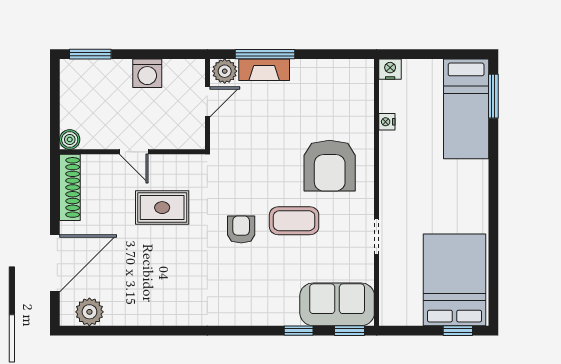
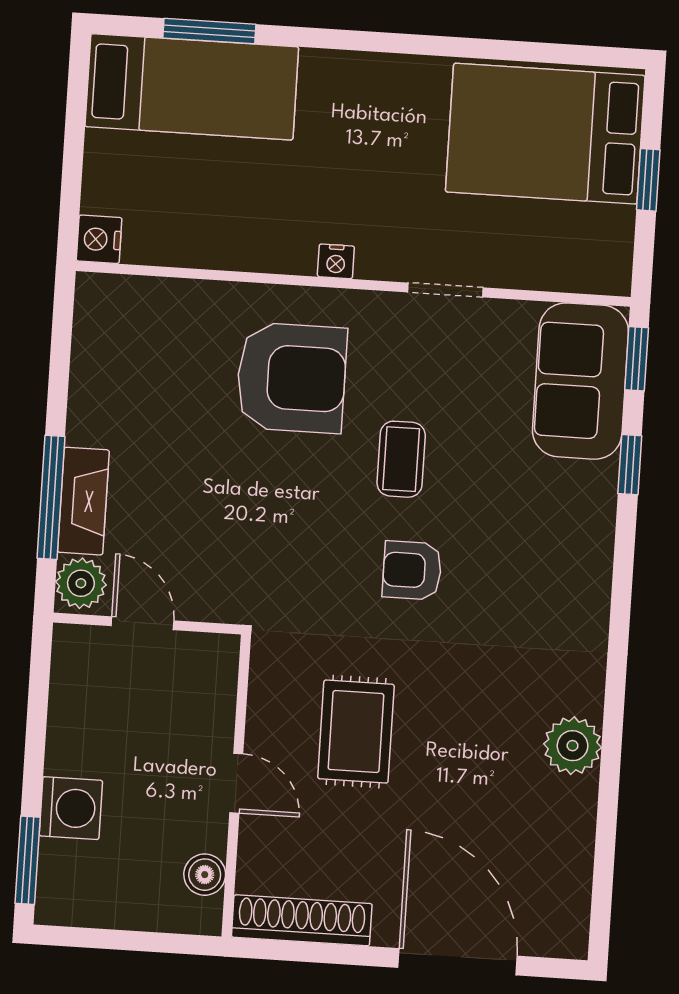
washing machine: (147, 73) -> (71, 808), moved
window: (493, 96) -> (209, 31), moved
nightstand: (387, 122) -> (336, 261), moved
boiler: (70, 140) -> (205, 875), moved
door: (134, 152) -> (236, 783), hinge flipped
coffee table: (294, 221) -> (401, 459), width x0.73, depth x0.77
plant: (89, 312) -> (573, 746), moved
window: (458, 331) -> (648, 180), moved

